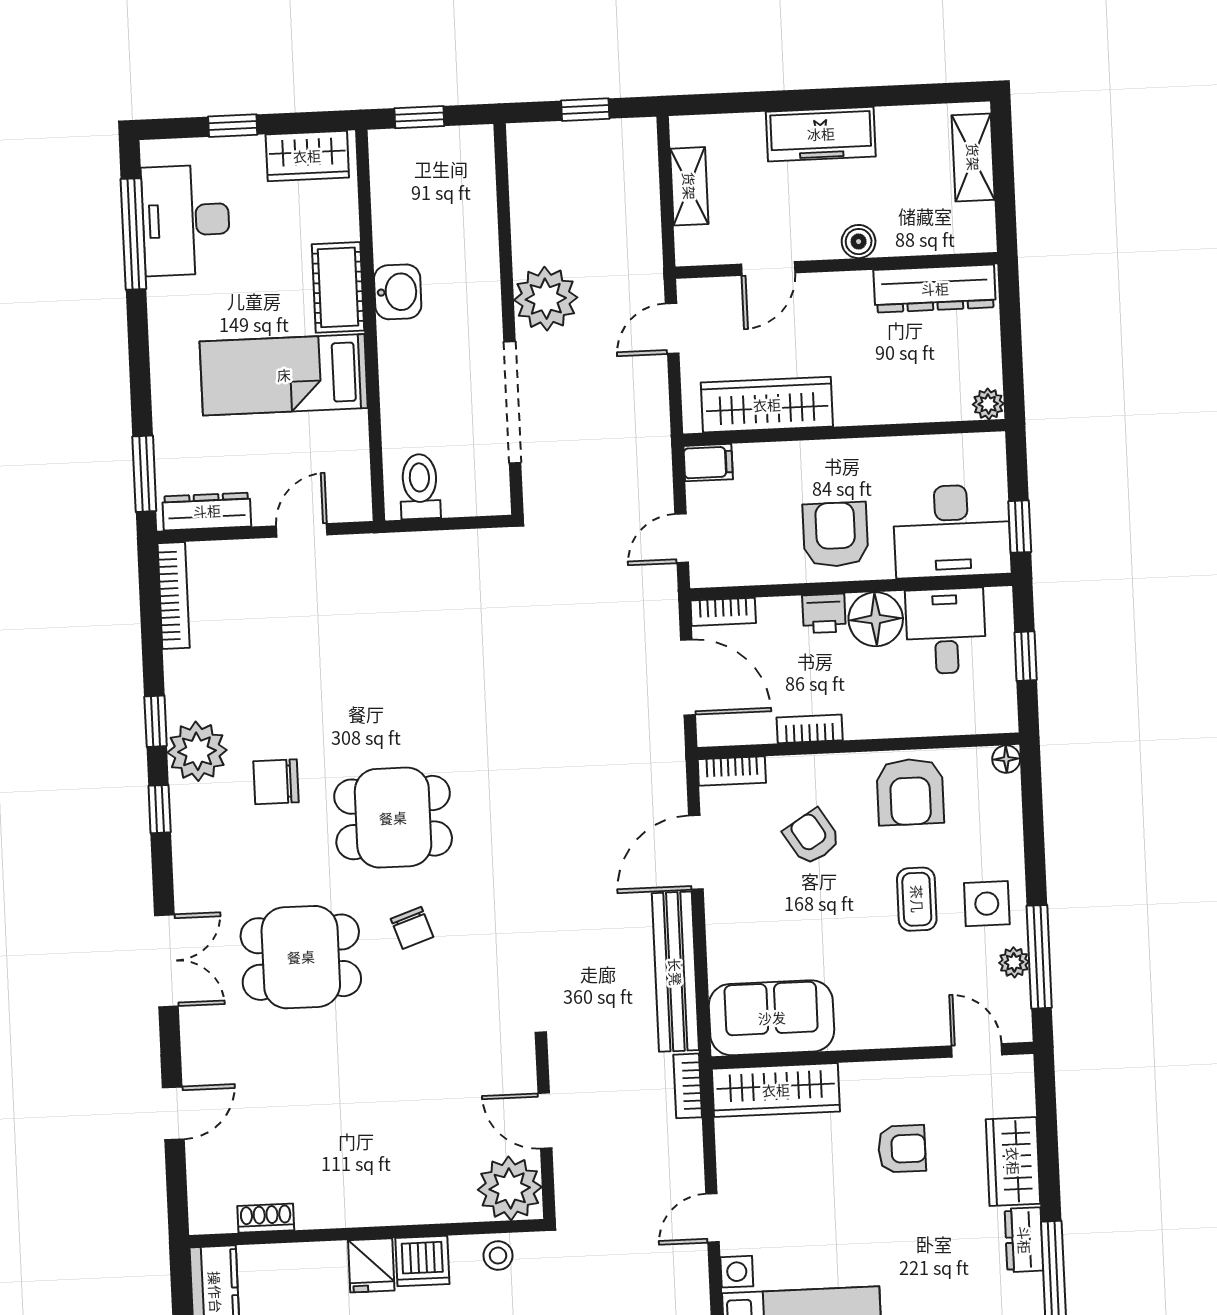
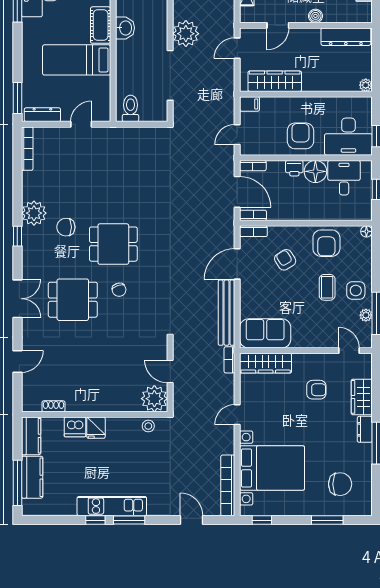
window: (156, 721) -> (17, 200), removed
bookcase: (810, 729) -> (253, 215), moved
dishwasher: (422, 1261) -> (75, 427), moved

